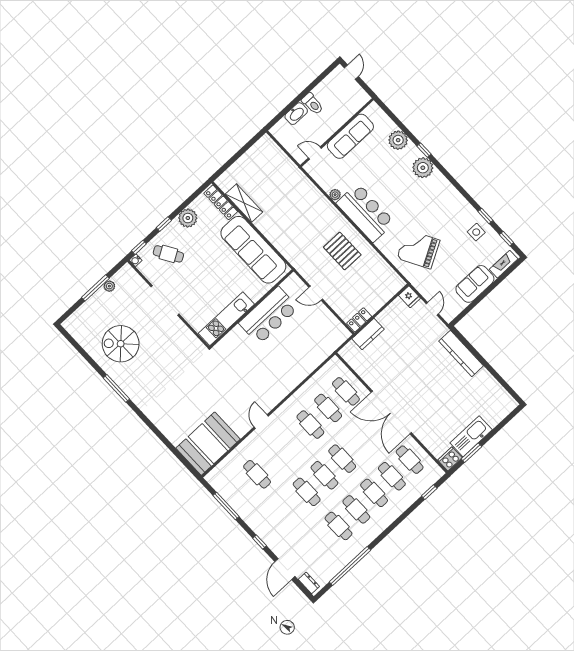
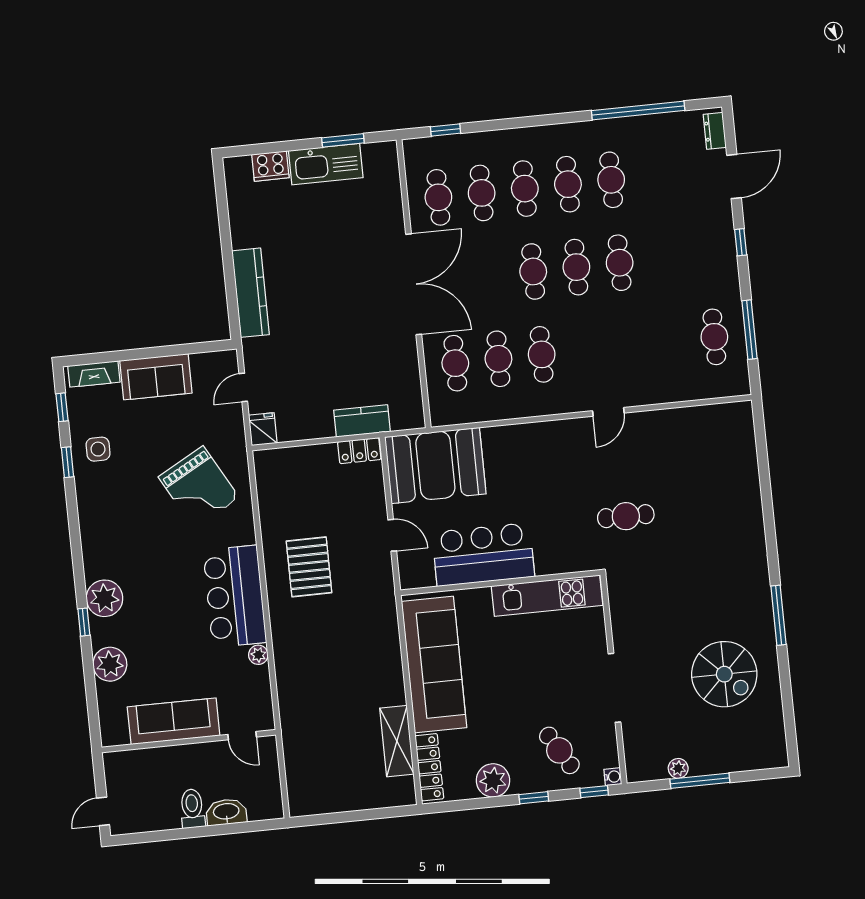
cafe table: (218, 381) -> (626, 516), added
booth: (208, 444) -> (435, 465), moved
cooker: (450, 459) -> (270, 166), moved
cafe table: (257, 474) -> (714, 337), moved

